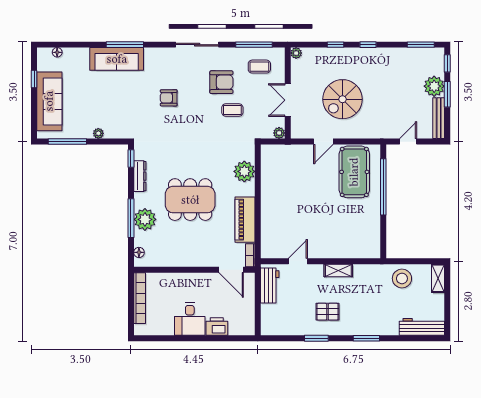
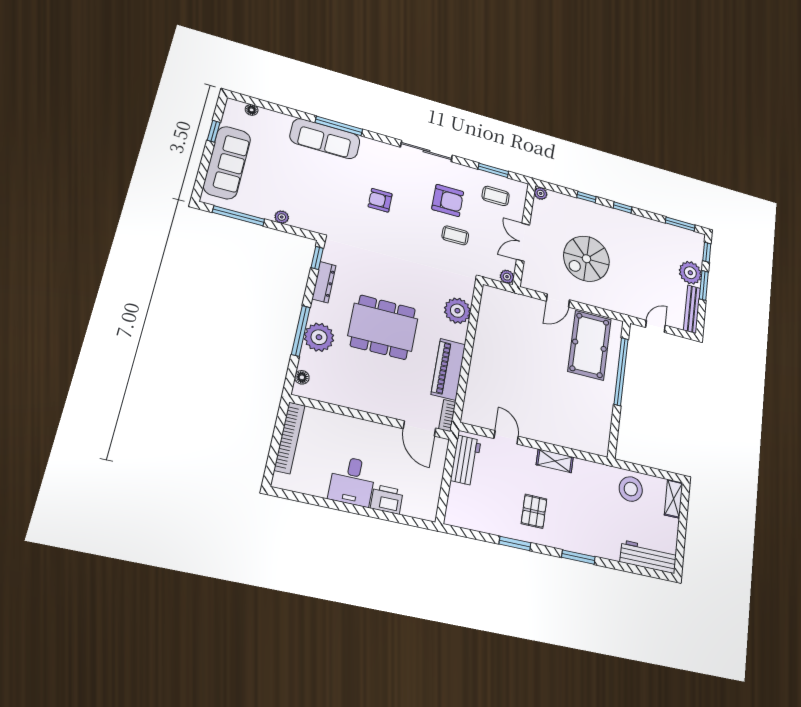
window: (254, 45) -> (493, 170), width x0.69
door: (298, 261) -> (506, 437), hinge flipped
pallet: (327, 312) -> (534, 511), turned 90

